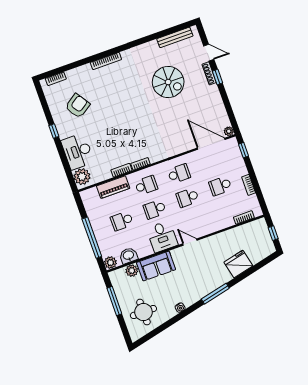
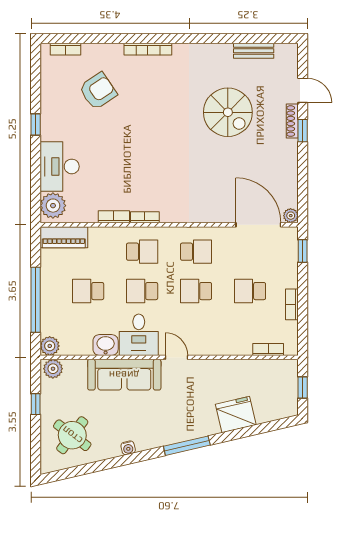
bench: (175, 37) -> (254, 51), width x0.73
armchair: (78, 106) -> (98, 91), moved
piano: (113, 187) -> (64, 237), moved
washbasin: (128, 256) -> (106, 345), moved
sofa: (156, 266) -> (124, 375), width x1.36
plant: (132, 271) -> (53, 369), moved
window: (114, 301) -> (36, 404), width x0.46
round table: (143, 312) -> (72, 435), turned 37

